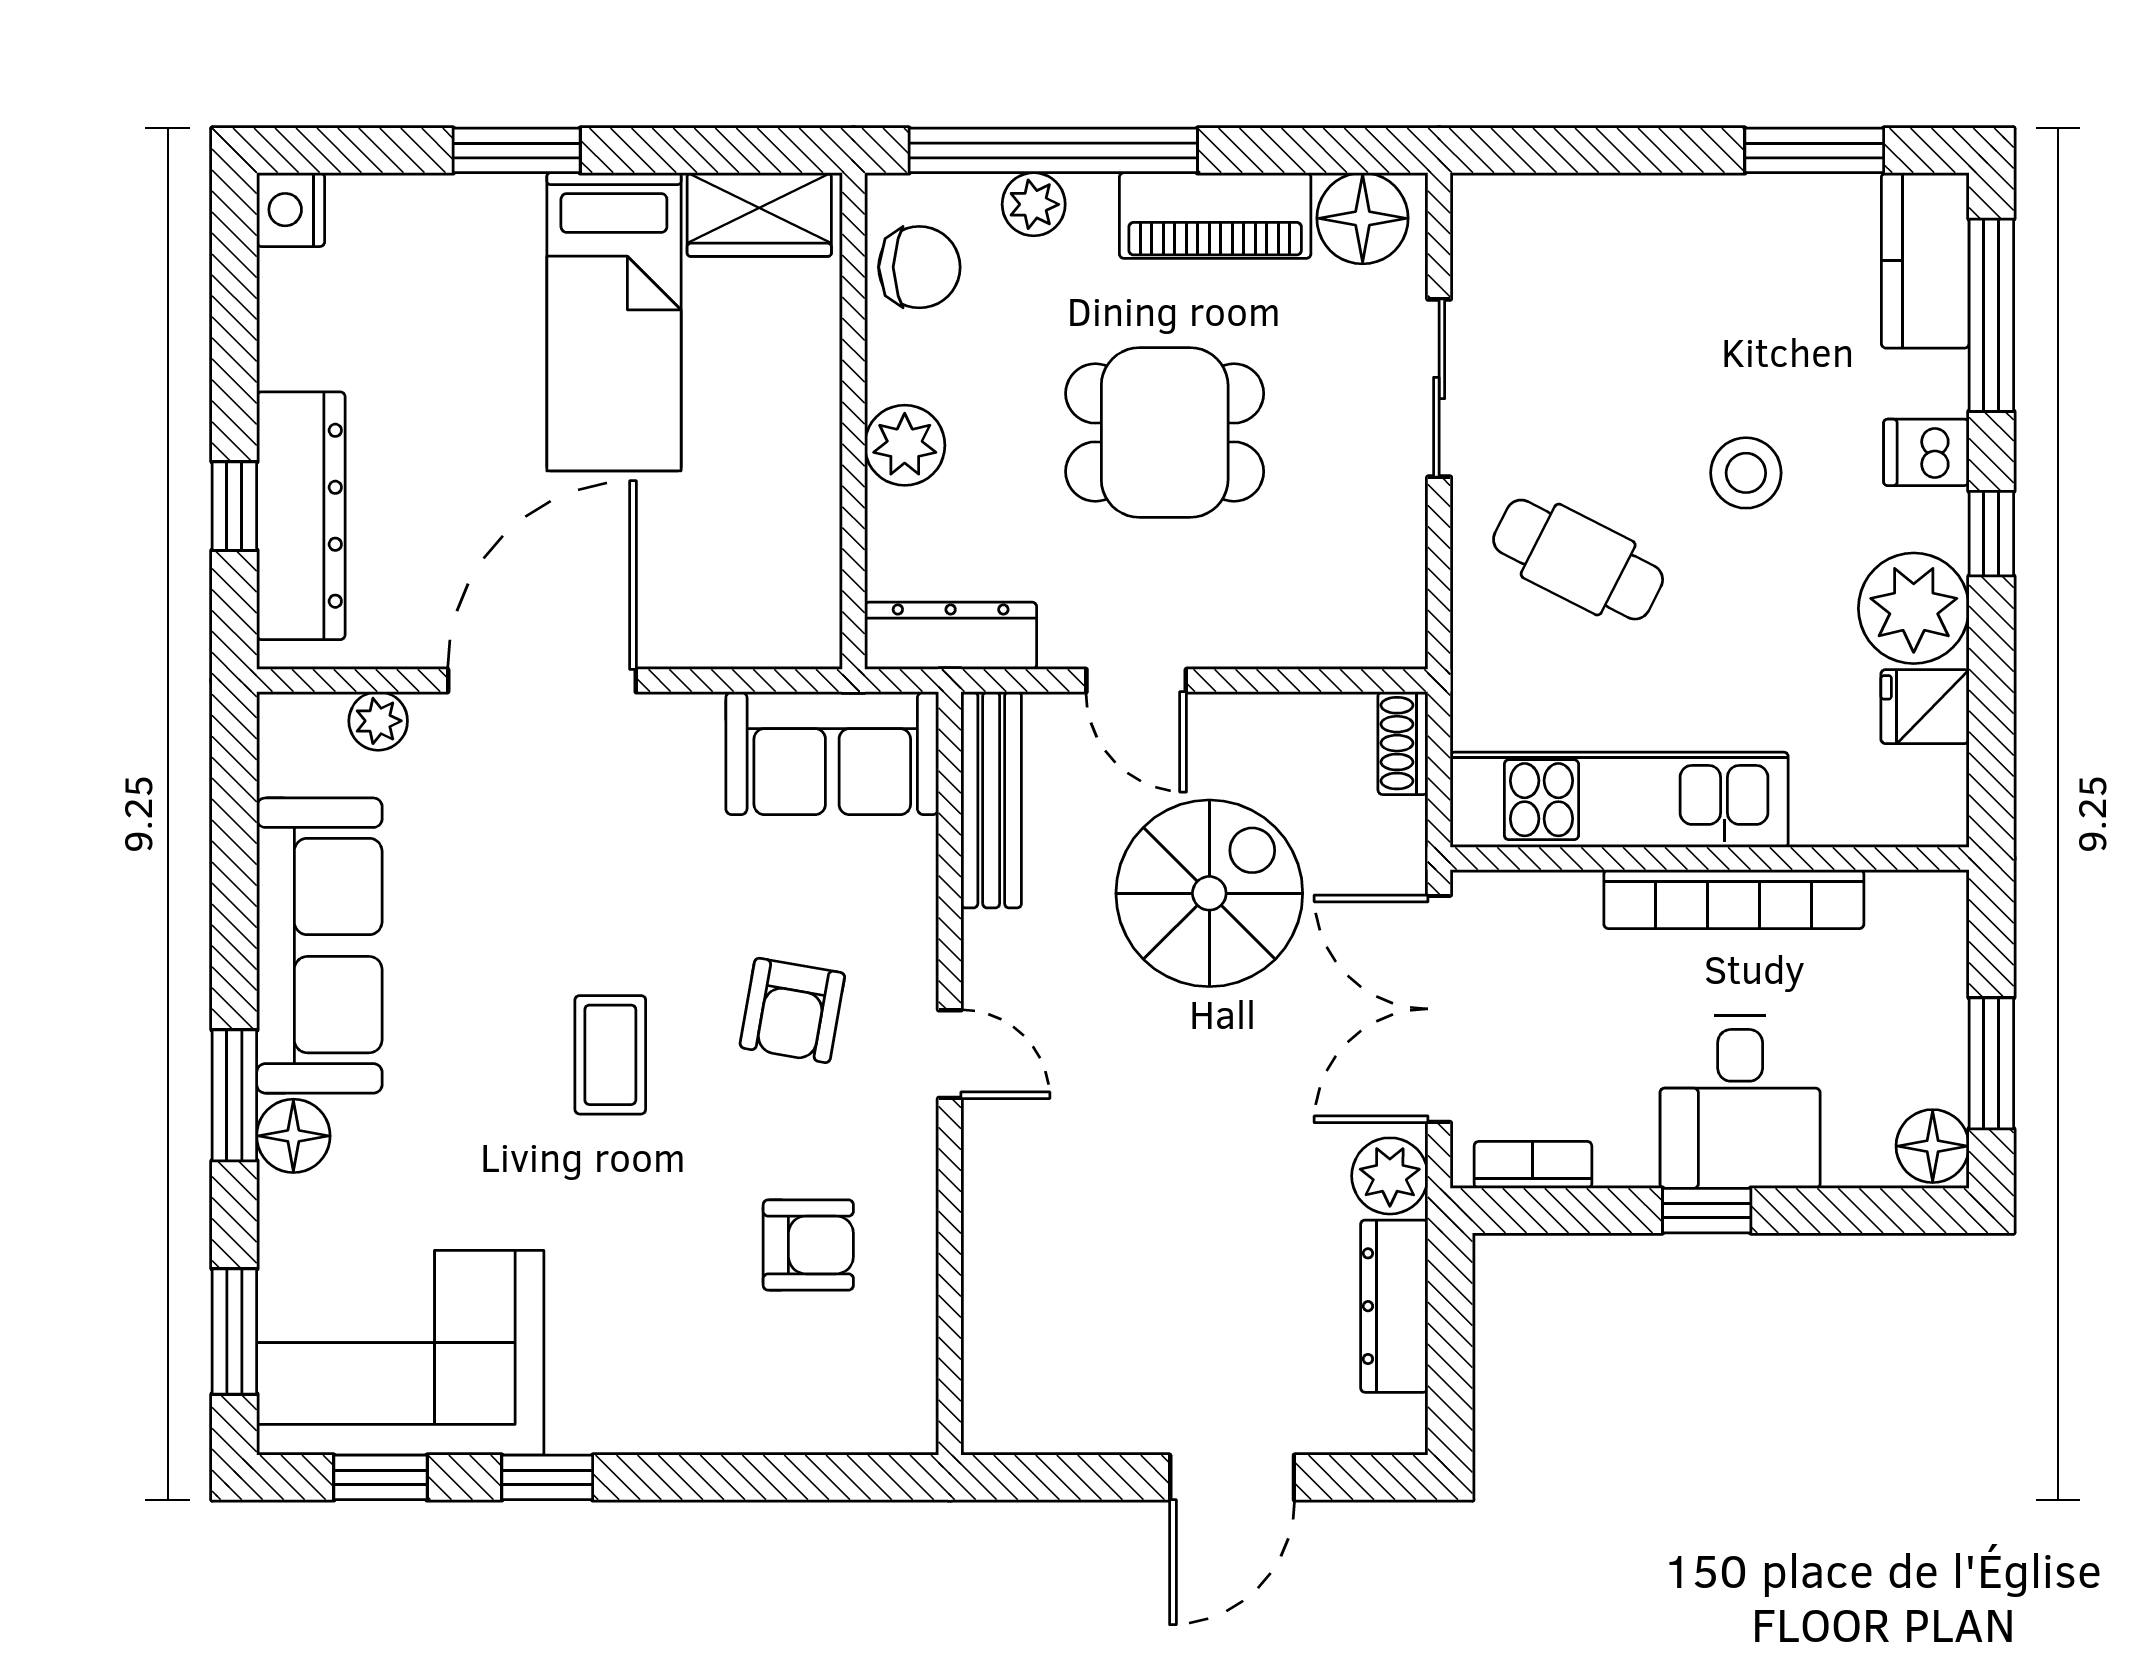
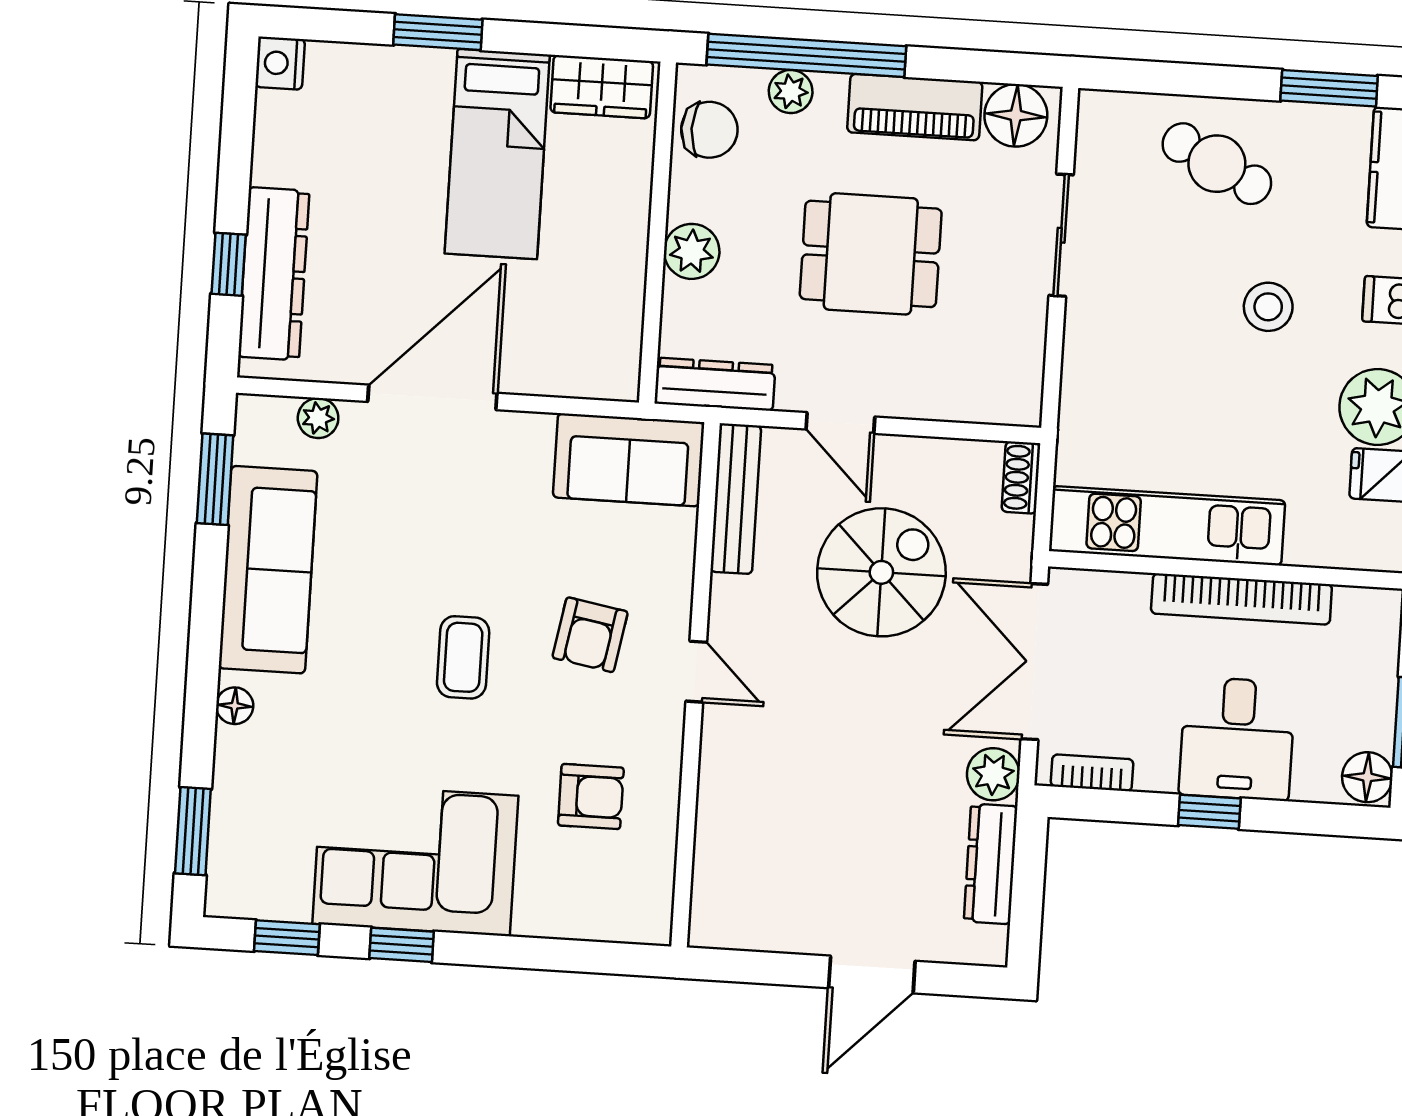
cafe table: (1578, 560) -> (1217, 164), moved
window: (234, 1095) -> (215, 479), moved
floor lamp: (293, 1136) -> (235, 706), width x0.73, depth x0.73
corner sofa: (400, 1353) -> (415, 860), moved

